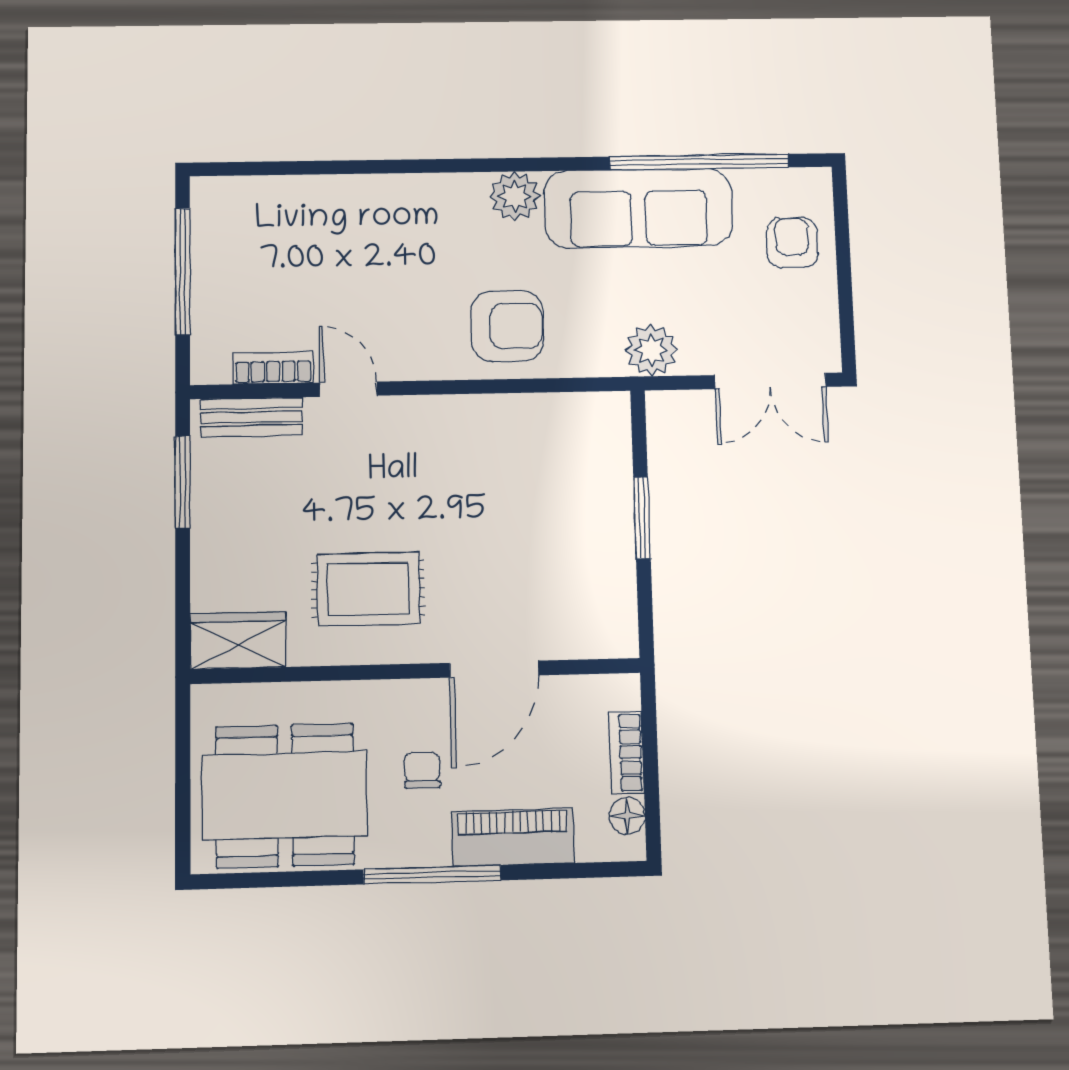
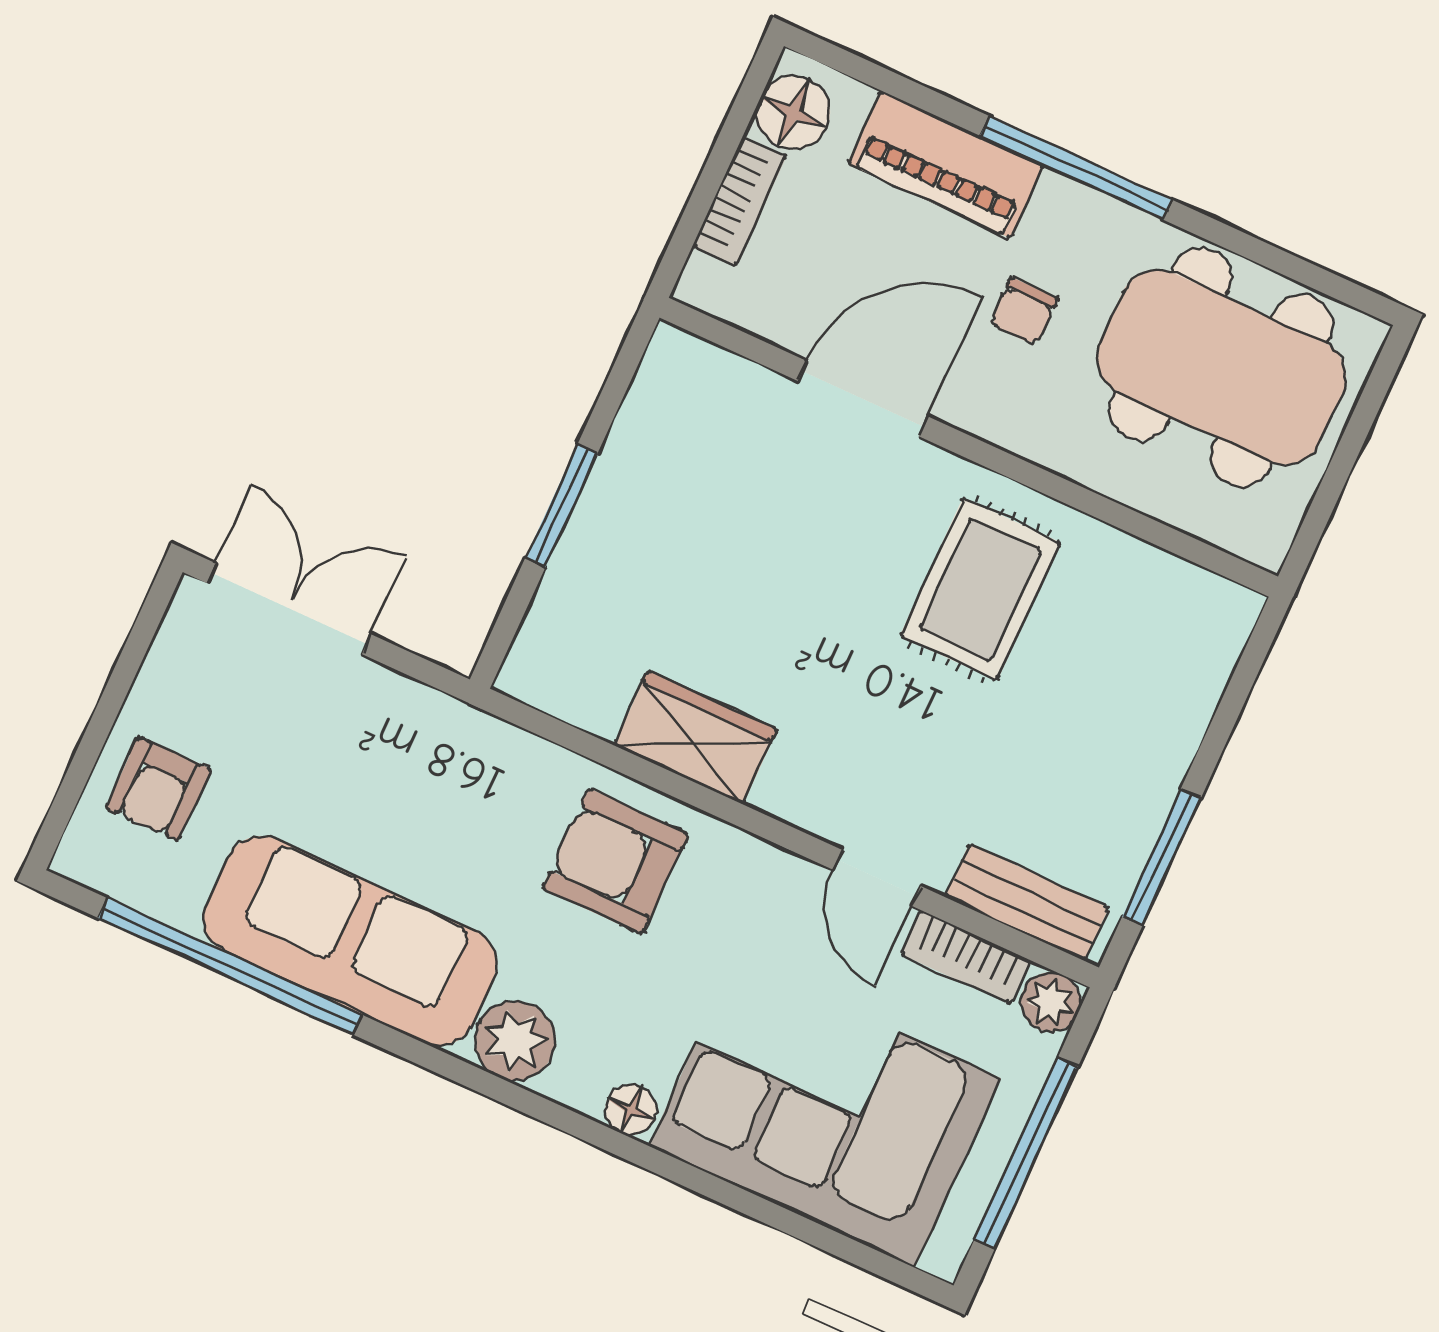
floor lamp: (428, 189) -> (631, 1110), added
corner sofa: (314, 240) -> (825, 1112), added
plant: (651, 350) -> (1051, 1002), moved, width x0.73, depth x0.73
rug: (368, 589) -> (980, 589), turned 90
wardrobe: (238, 641) -> (695, 737), moved, turned 180
floor lamp: (627, 816) -> (794, 113), width x1.37, depth x1.37

